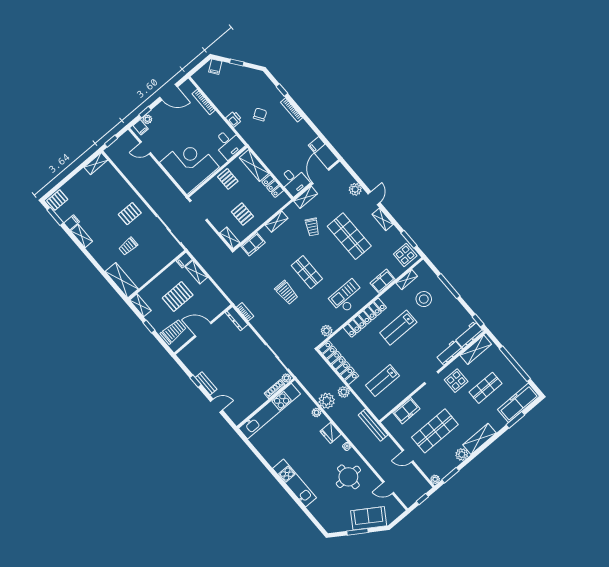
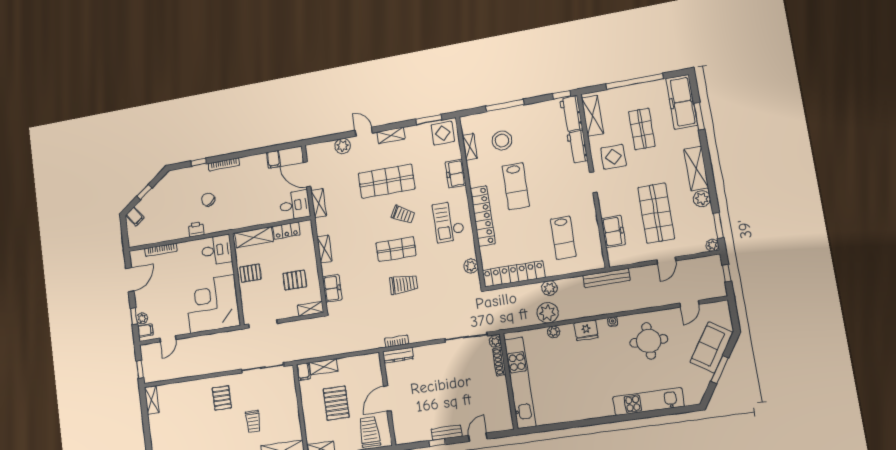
trolley: (312, 227) -> (403, 214), moved
kitchen unit: (295, 483) -> (648, 402), moved

